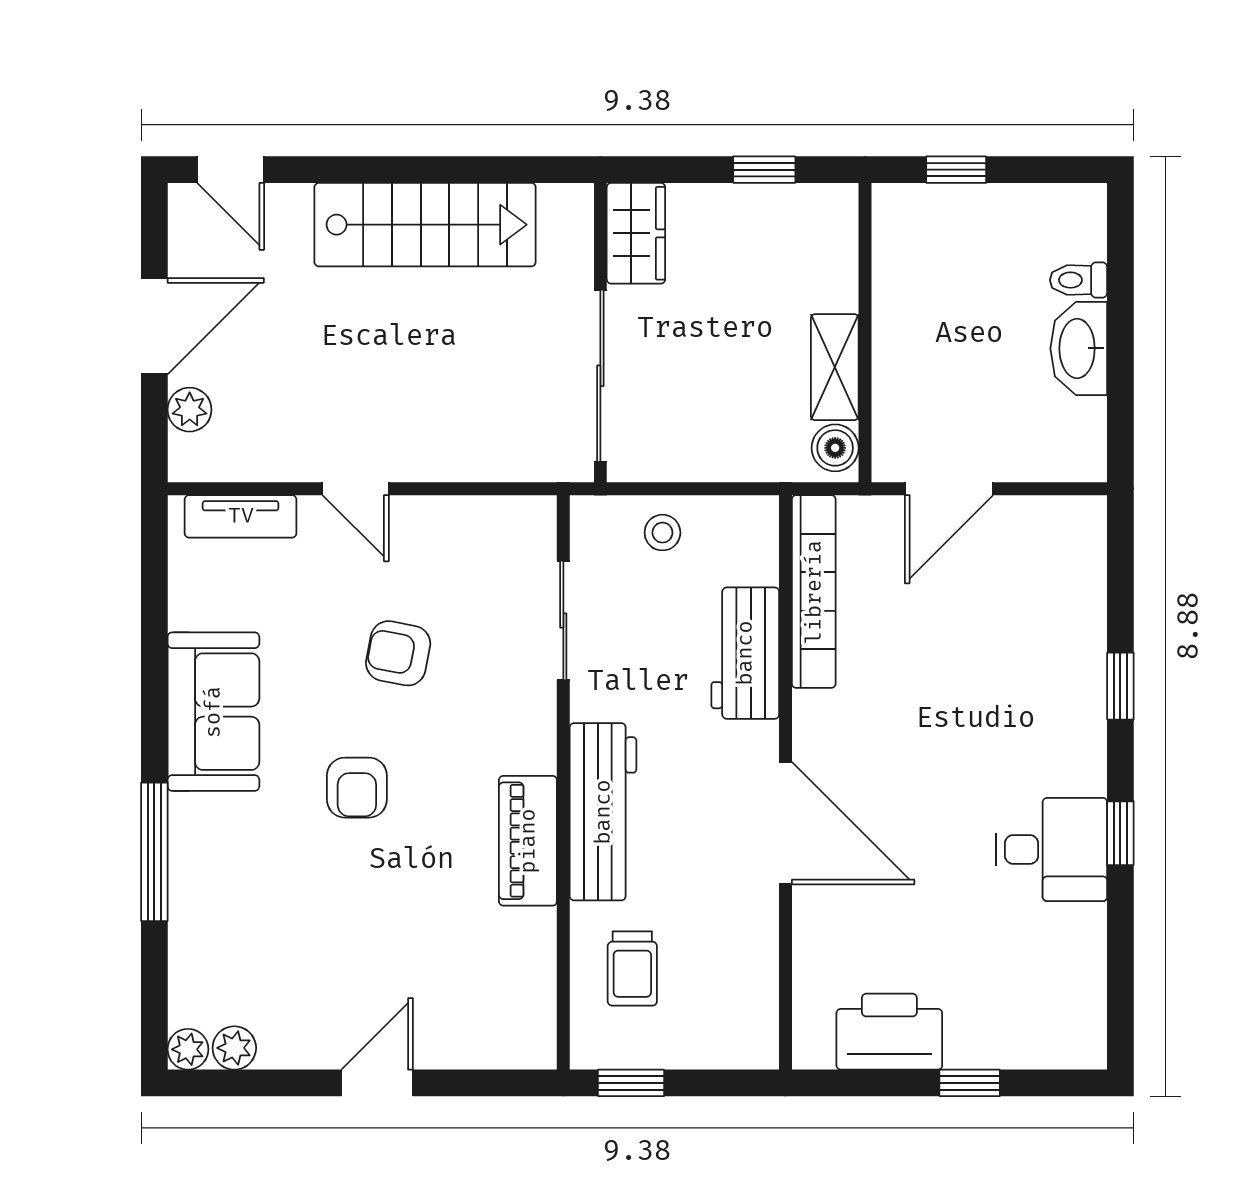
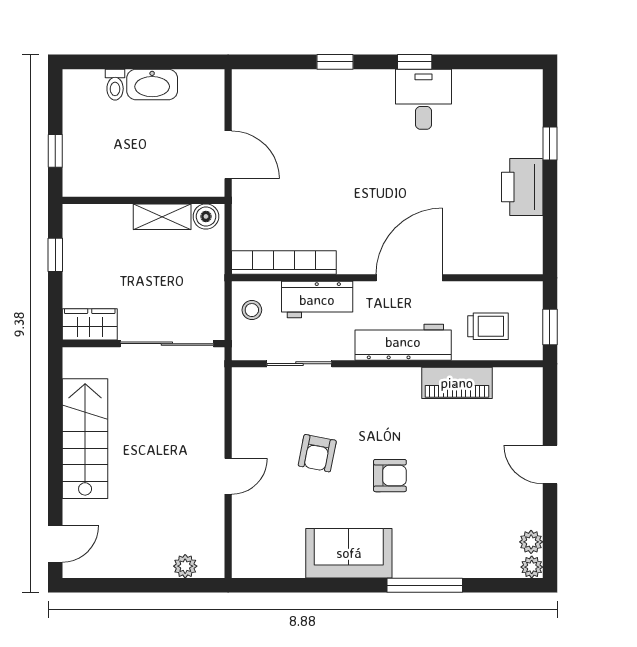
door: (154, 326) -> (140, 585), removed
tv unit: (241, 516) -> (243, 539), removed
bookcase: (814, 592) -> (284, 262), moved
workbench: (745, 653) -> (317, 300), moved
wall: (786, 782) -> (387, 278), moved
door: (786, 823) -> (409, 278), moved
piano: (528, 841) -> (457, 383), moved

